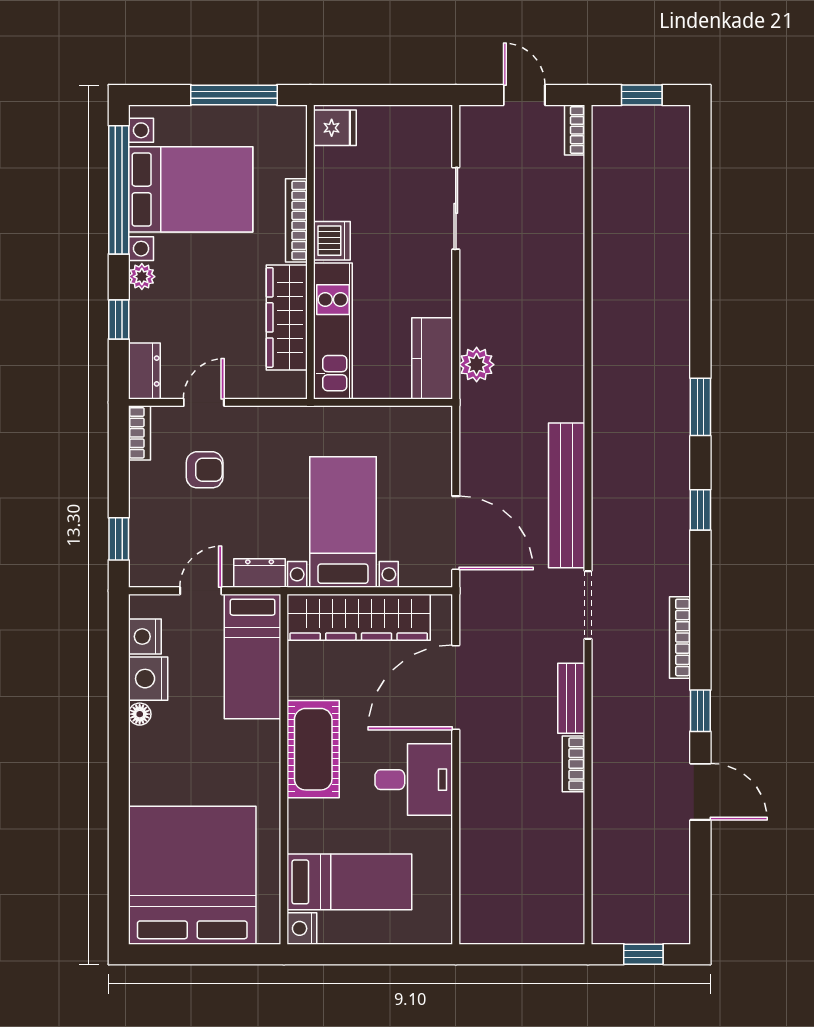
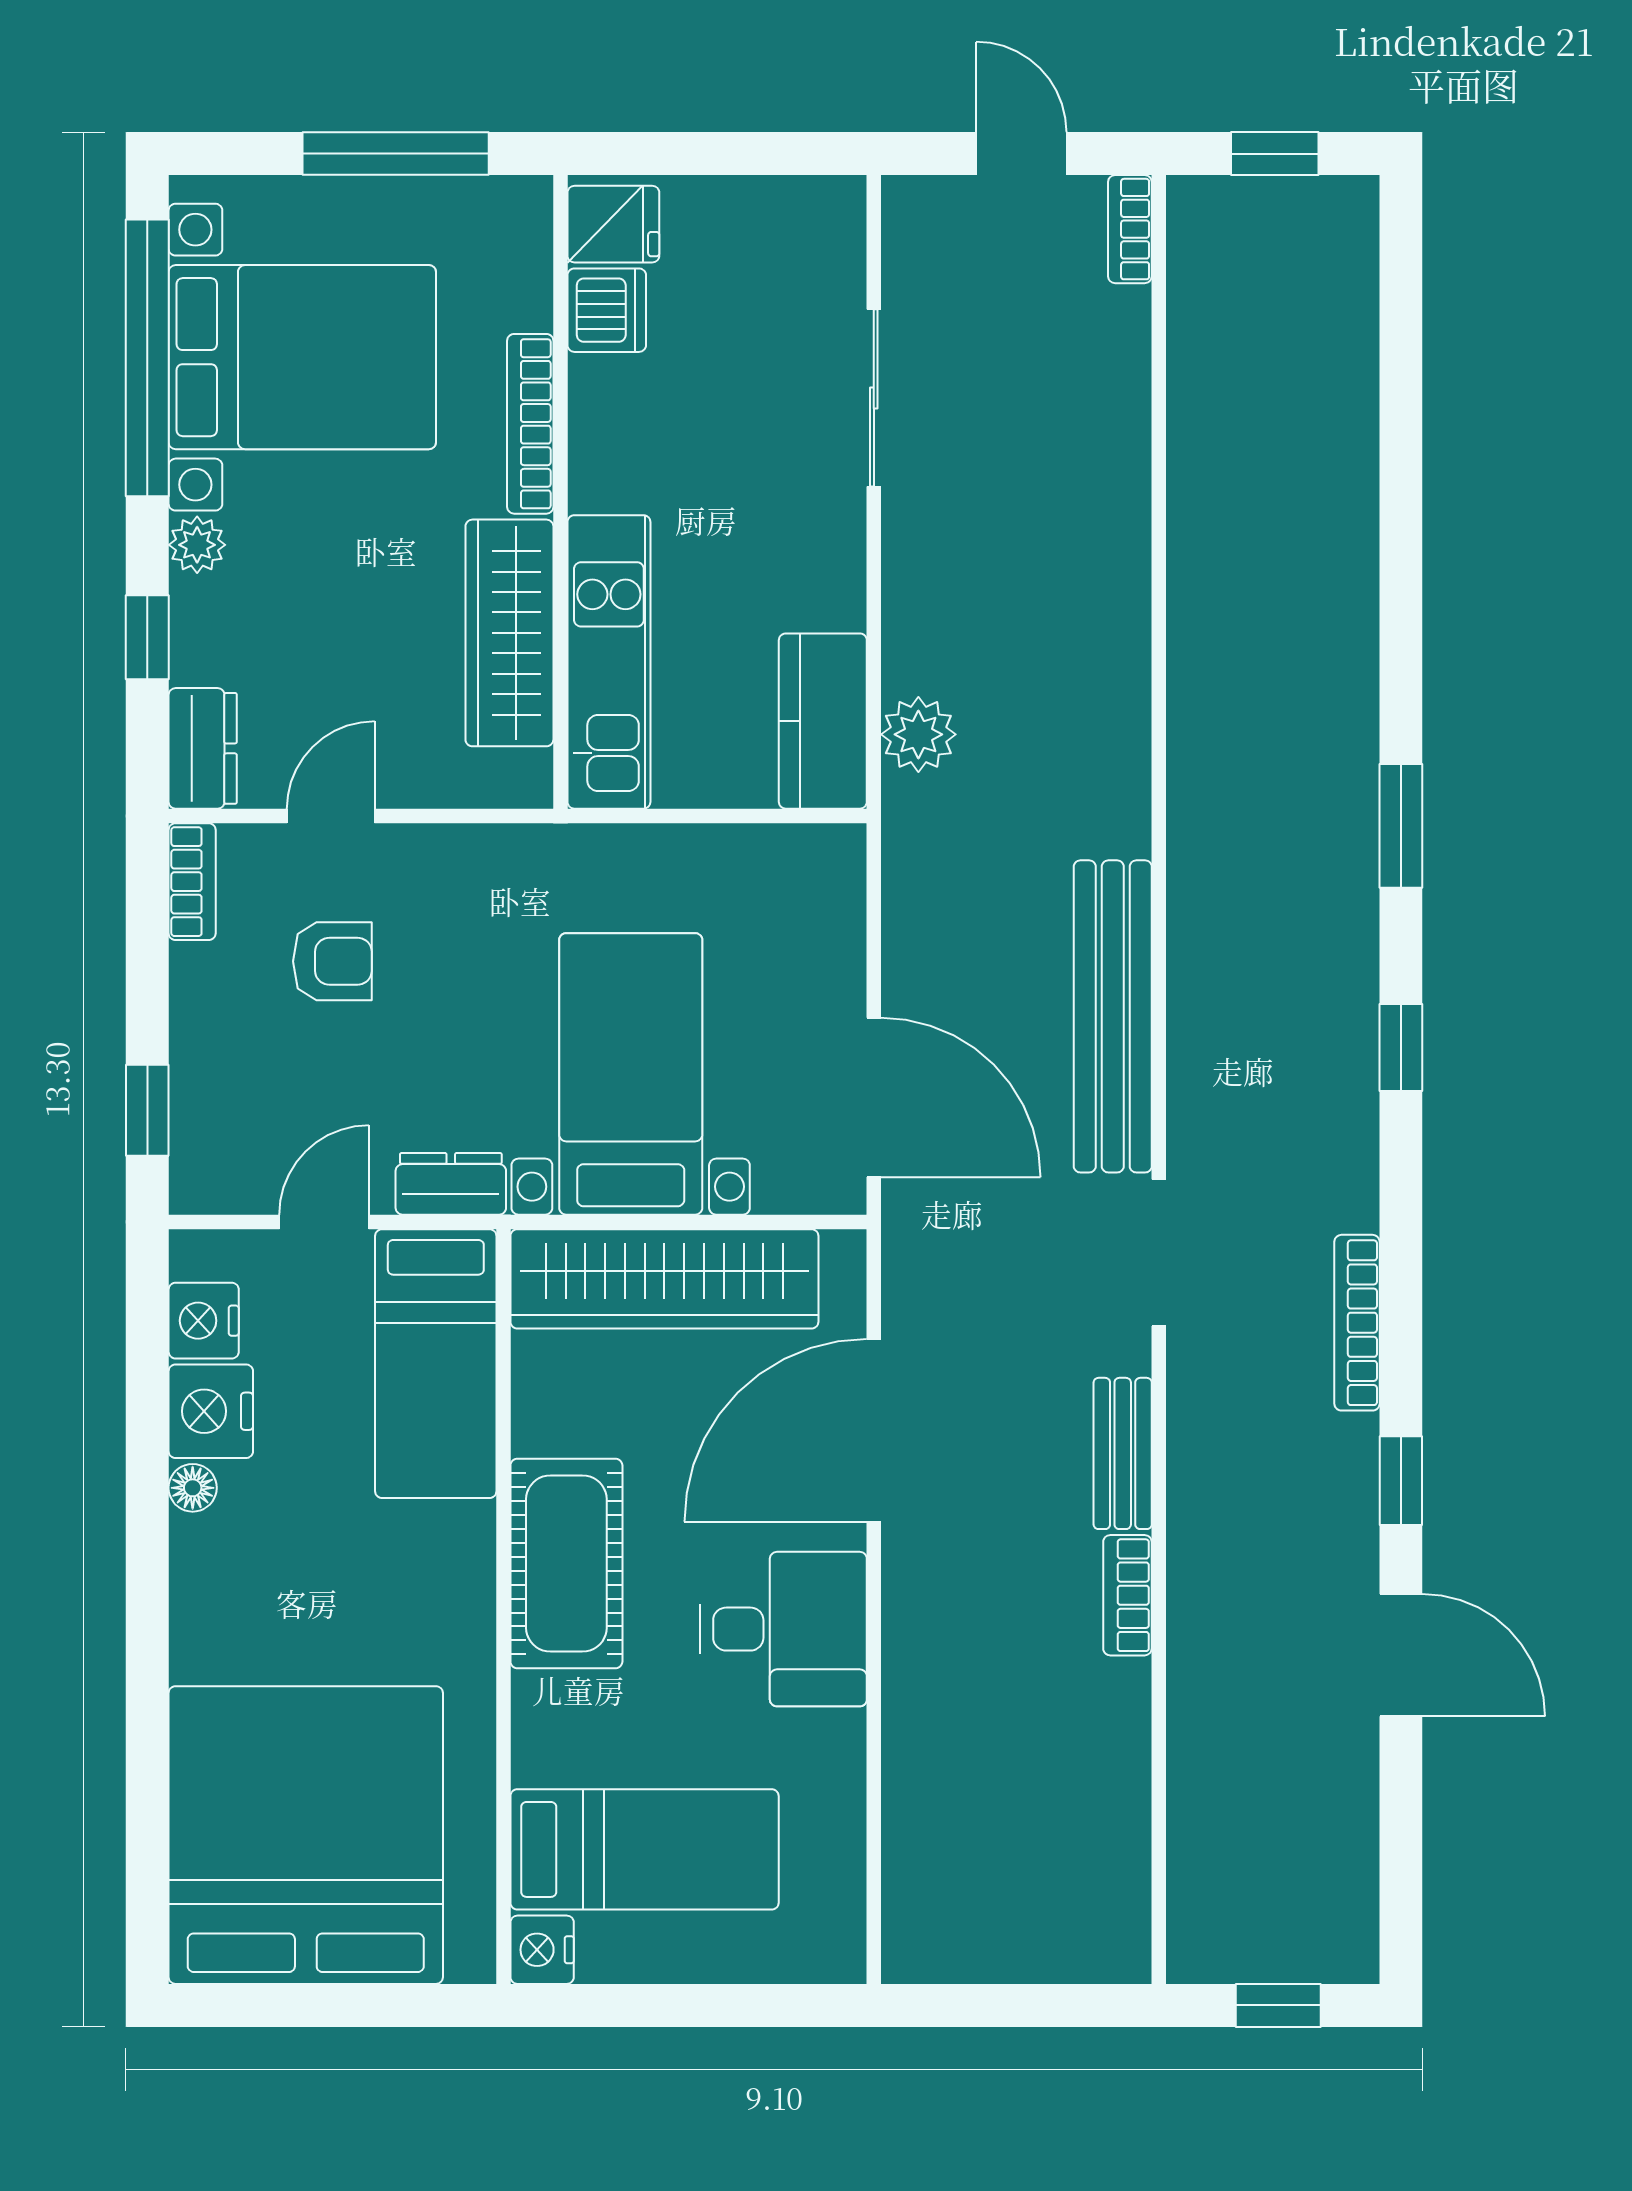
dishwasher: (332, 241) -> (607, 310), moved

